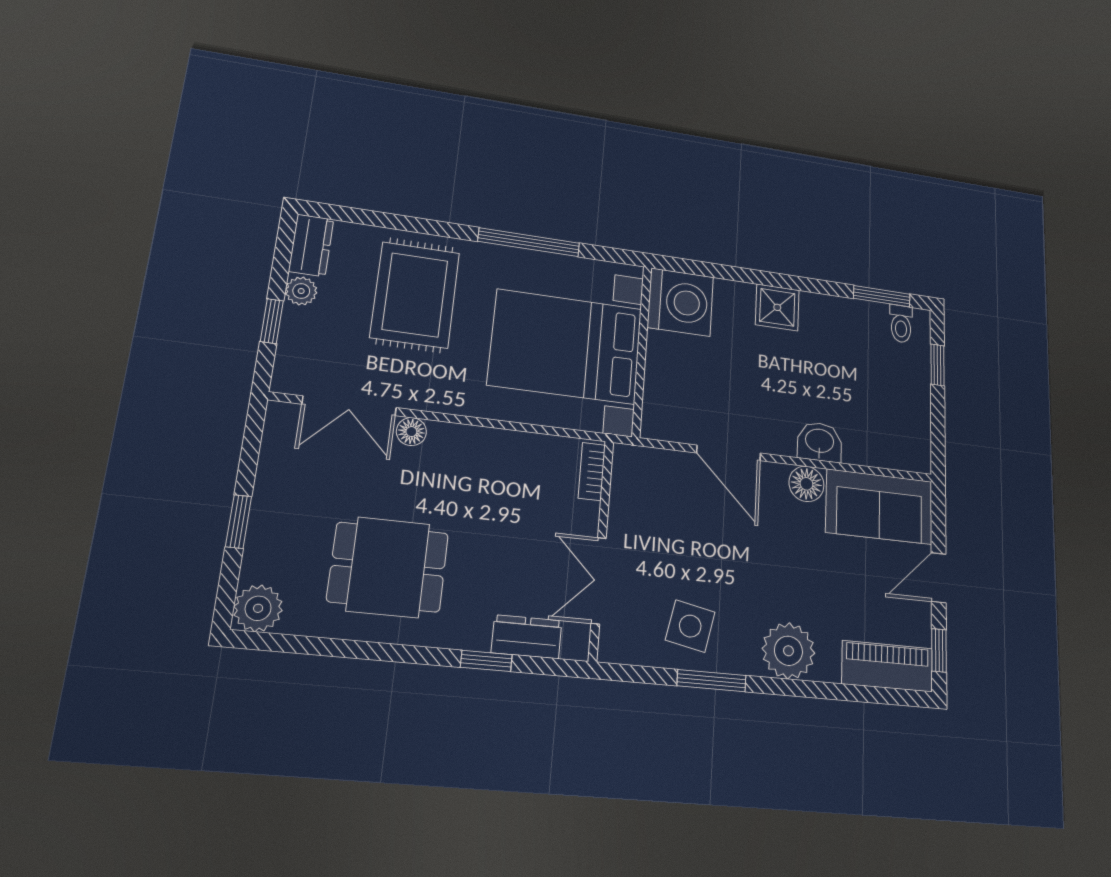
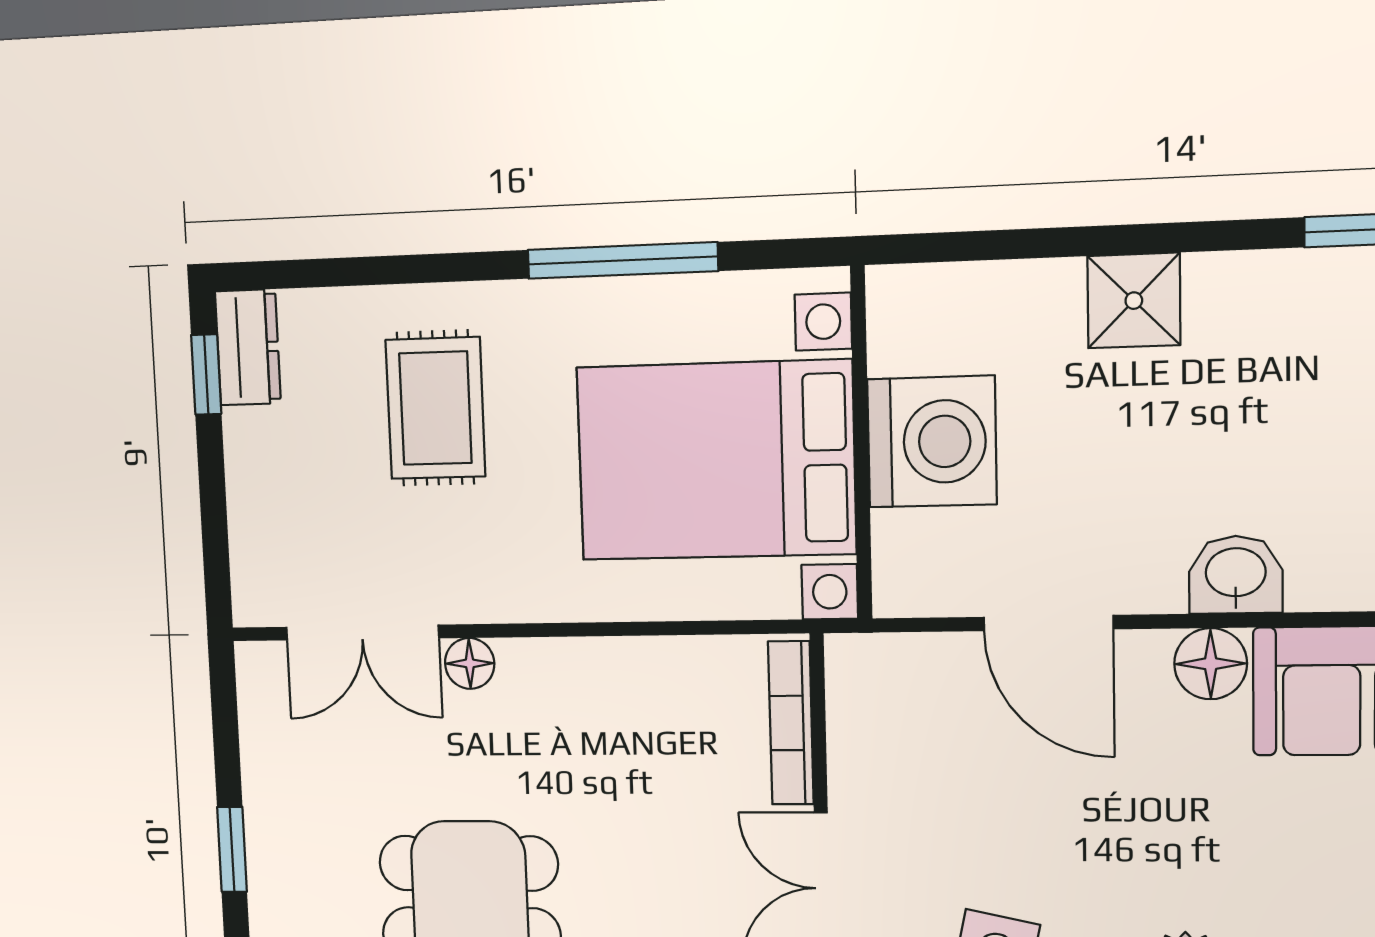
plant: (301, 291) -> (248, 437), removed
rug: (415, 295) -> (435, 408), width x0.73, depth x0.70
washing machine: (681, 302) -> (932, 442), moved
window: (272, 321) -> (206, 374), moved
bookcase: (592, 472) -> (791, 723), width x1.56

